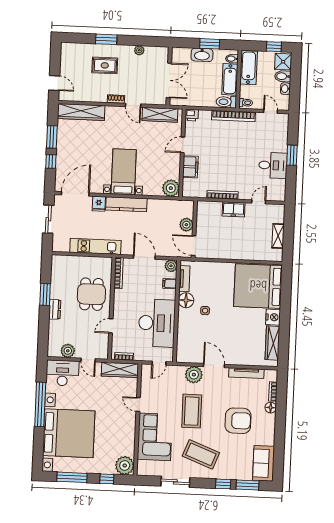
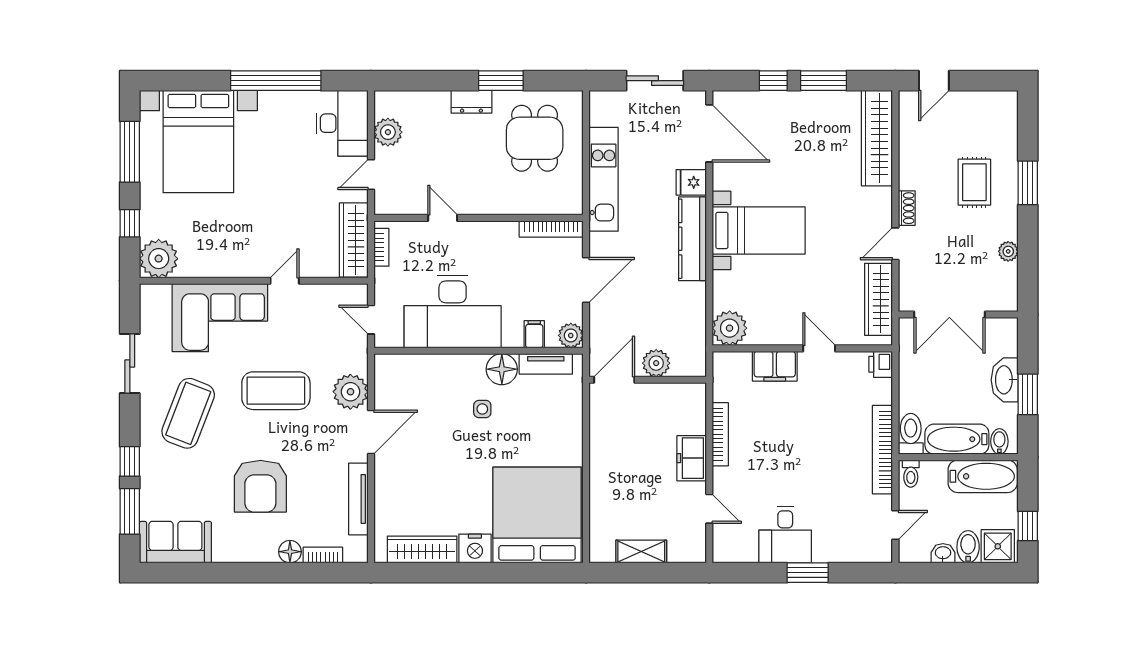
dining table: (91, 294) -> (535, 138), moved, turned 90
bed with nightstands: (69, 433) -> (198, 141), width x0.73

